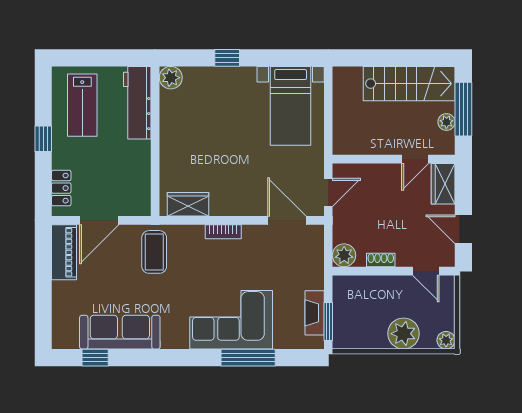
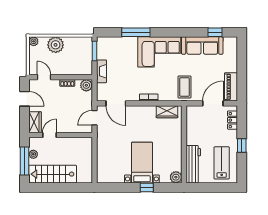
bed with nightstands: (291, 106) -> (142, 163), moved
fireplace: (315, 313) -> (102, 71), moved
corner sofa: (231, 320) -> (159, 52), moved

